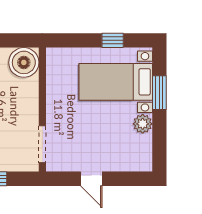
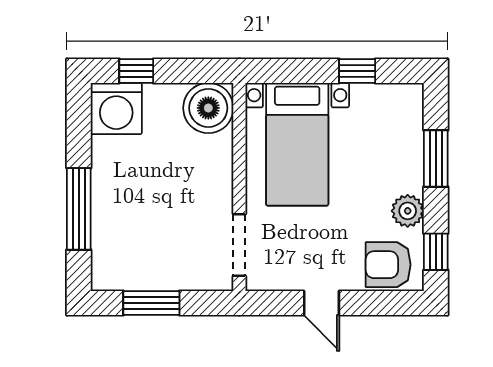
bed with nightstands: (116, 82) -> (297, 144), moved, turned -90
window: (159, 148) -> (436, 252), added
armchair: (131, 156) -> (388, 265), added

